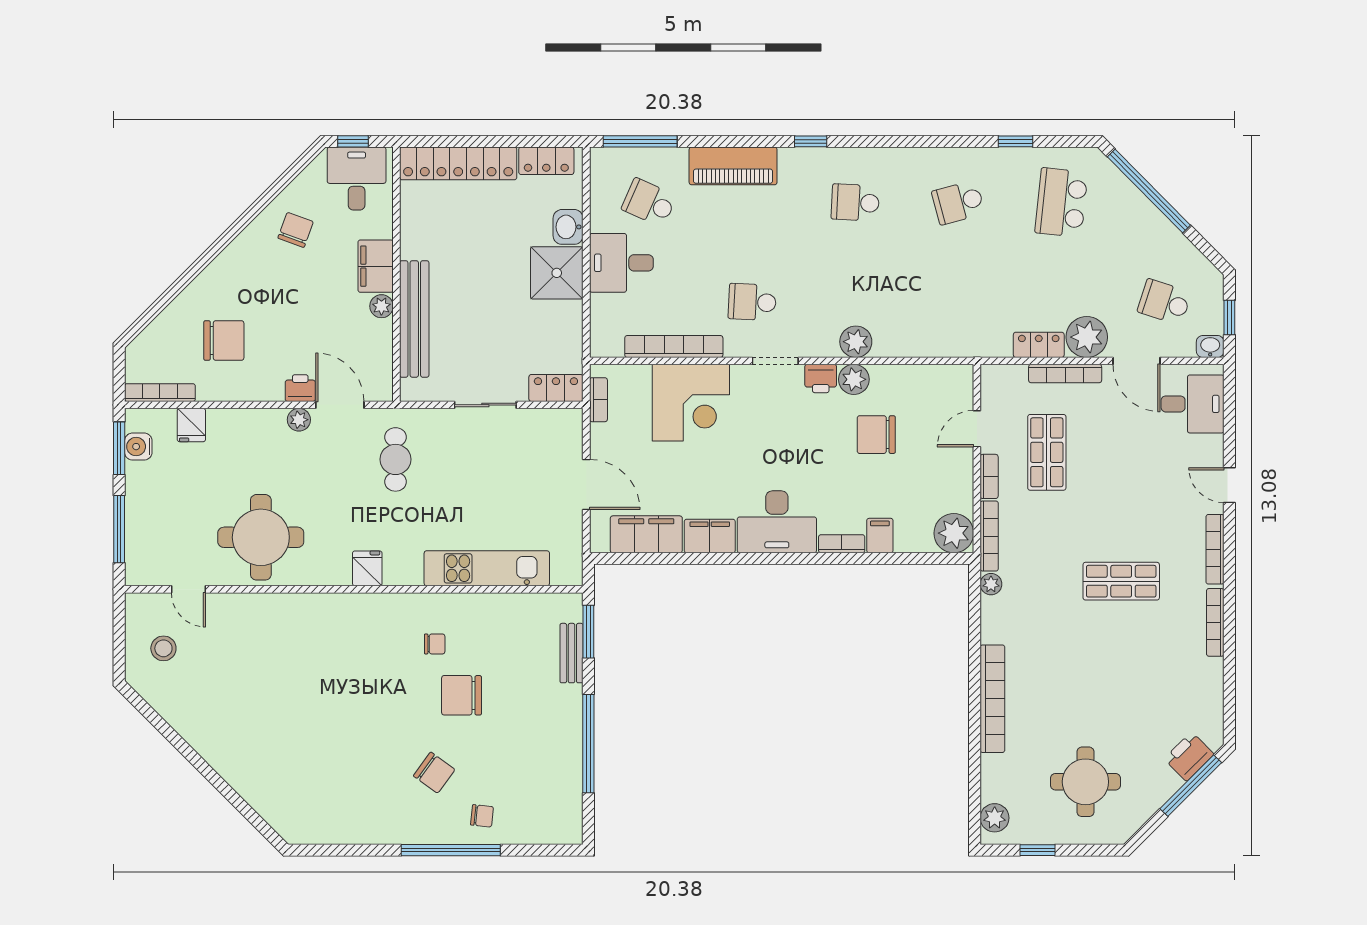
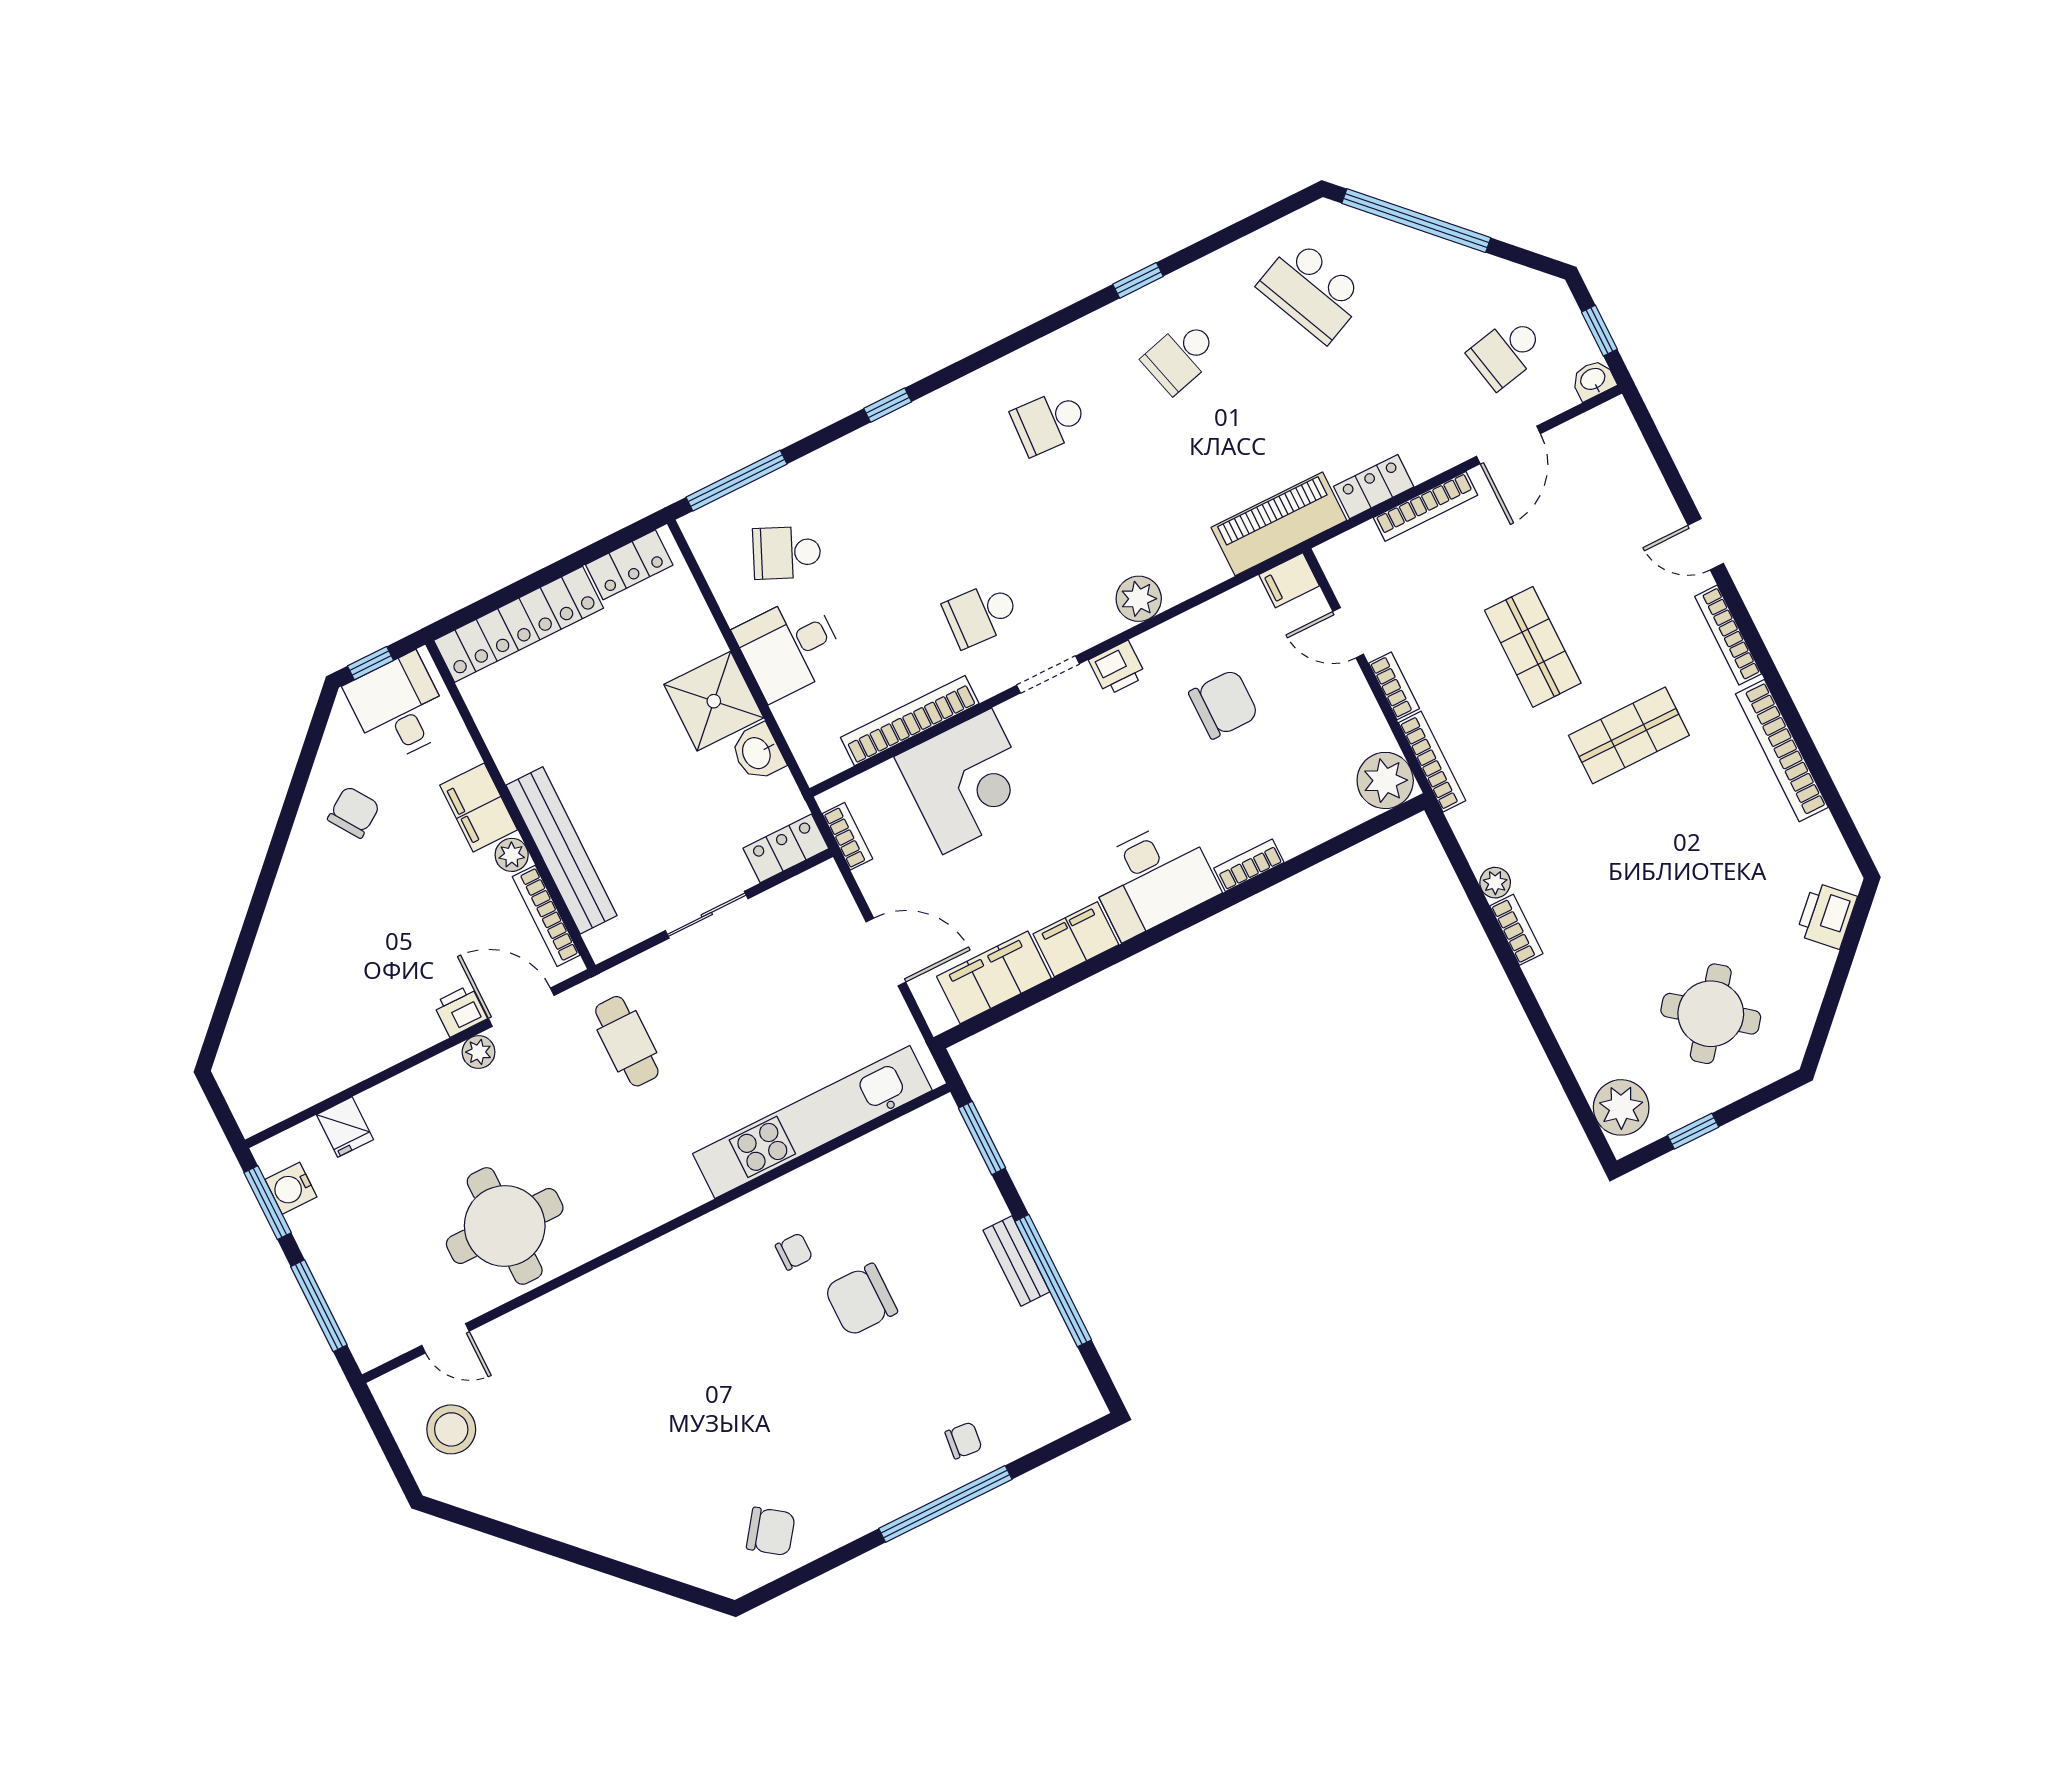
window: (811, 141) -> (888, 405), moved
window: (1016, 141) -> (1138, 280), moved
piano: (733, 166) -> (1279, 524), moved, turned 180
school desk: (1061, 202) -> (1312, 291), turned -30
washbasin: (568, 227) -> (757, 753), moved
chair: (296, 230) -> (354, 812), turned 36
school desk: (1164, 302) -> (1507, 352), turned -30
plant: (1087, 337) -> (1430, 446), removed
chair: (224, 340) -> (333, 999), removed
door: (1137, 361) -> (1508, 445), hinge flipped
plant: (854, 379) -> (1160, 648), removed
bookcase: (160, 393) -> (546, 916), moved, turned -90
desk: (1193, 404) -> (1607, 464), removed
door: (977, 429) -> (1348, 633), hinge flipped
chair: (876, 435) -> (1224, 704), turned 180
shop shelf: (1047, 452) -> (1533, 647), moved
filing cabinet: (880, 536) -> (1289, 580), moved, turned -90
fridge: (367, 568) -> (660, 1198), removed
kitchen unit: (487, 568) -> (812, 1122), width x1.36
plant: (991, 584) -> (1495, 883), moved
bookcase: (1215, 622) -> (1782, 751), width x1.48, depth x1.31
stool: (163, 648) -> (451, 1429), width x1.38, depth x1.38
bench: (572, 653) -> (1016, 1261), moved
bookcase: (992, 699) -> (1516, 930), width x0.43, depth x0.76
chair: (434, 773) -> (771, 1531), moved
round table: (1085, 782) -> (1711, 1014), turned 38
window: (1191, 786) -> (1847, 952), removed
plant: (995, 818) -> (1621, 1107), width x1.36, depth x1.36

